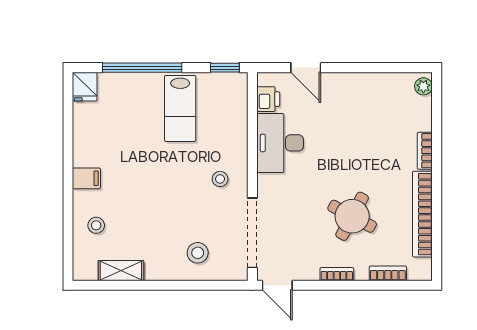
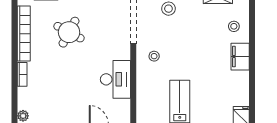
printer: (268, 99) -> (123, 108), removed
filing cabinet: (86, 178) -> (240, 57), width x2.00

